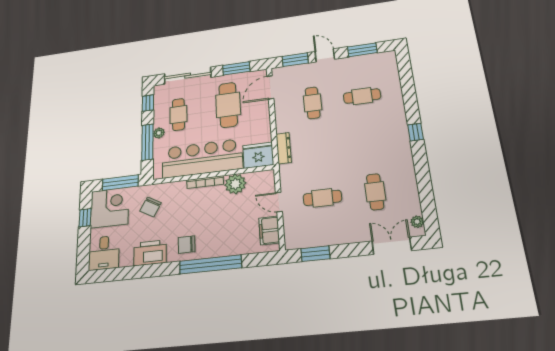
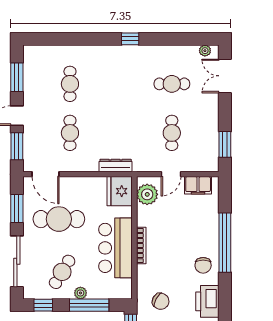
cafe table: (313, 103) -> (70, 133), turned 90
cafe table: (178, 114) -> (62, 272), turned -59
window: (416, 132) -> (130, 39), moved
bar counter: (202, 158) -> (115, 248), width x0.73
plant: (235, 184) -> (147, 194), moved

